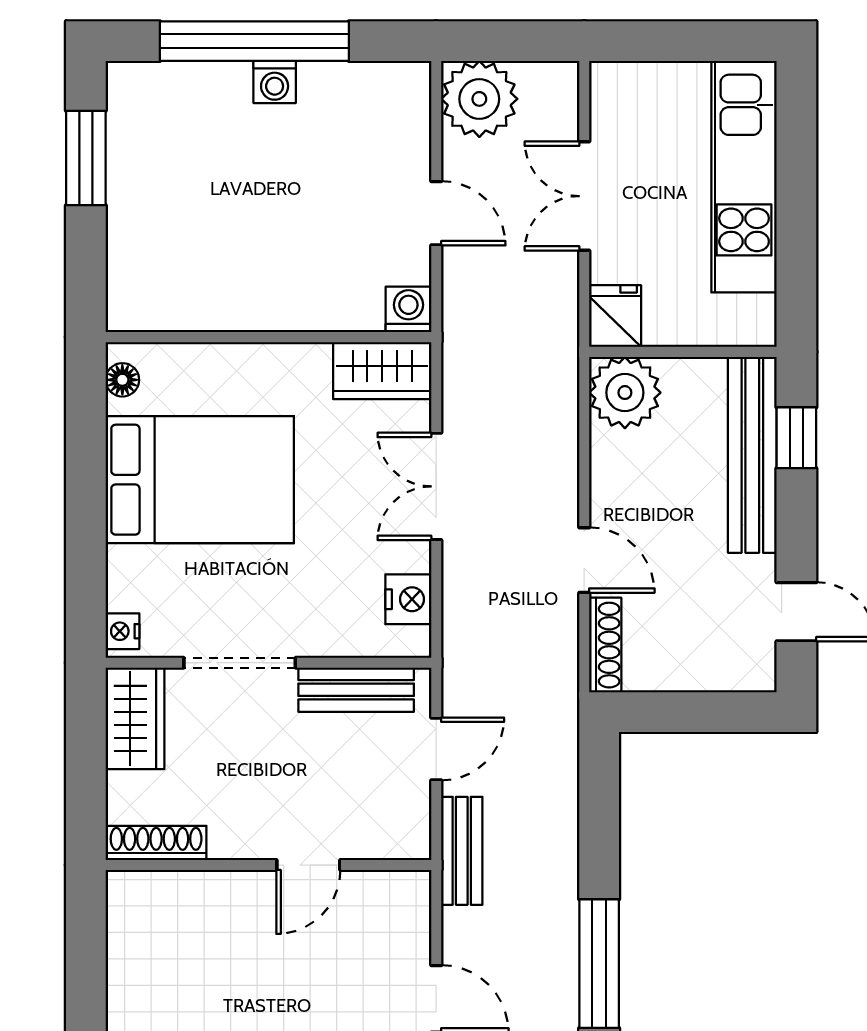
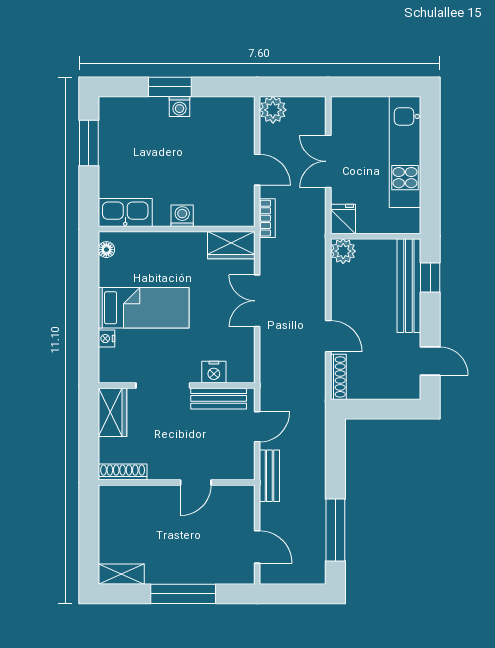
window: (254, 41) -> (170, 87), width x0.47
plant: (479, 99) -> (273, 110), width x0.73, depth x0.73
kitchen sink: (162, 303) -> (125, 213), added
washing machine: (408, 309) -> (182, 216), moved
bookcase: (457, 314) -> (267, 218), added
plant: (625, 393) -> (343, 251), width x0.73, depth x0.73
bed: (200, 480) -> (144, 308), width x0.67
nightstand: (408, 599) -> (214, 372), moved, turned 90
nightstand: (122, 631) -> (106, 339), moved

